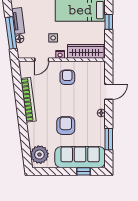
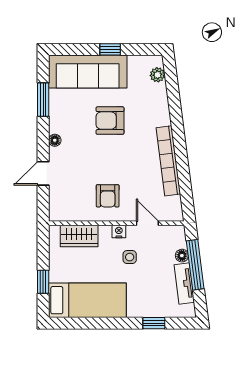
wardrobe: (86, 51) -> (79, 236), width x0.67
door: (42, 60) -> (147, 223), hinge flipped
armchair: (66, 126) -> (110, 121), turned 90
plant: (39, 155) -> (157, 75), width x0.53, depth x0.53
window: (84, 171) -> (110, 49), moved

